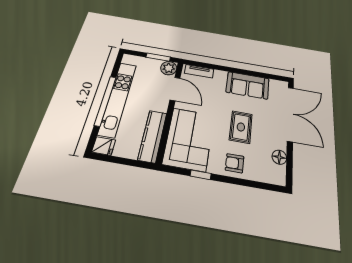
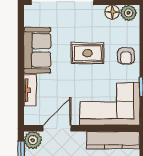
tv unit: (199, 71) -> (30, 90), moved
plant: (278, 173) -> (128, 13), added

